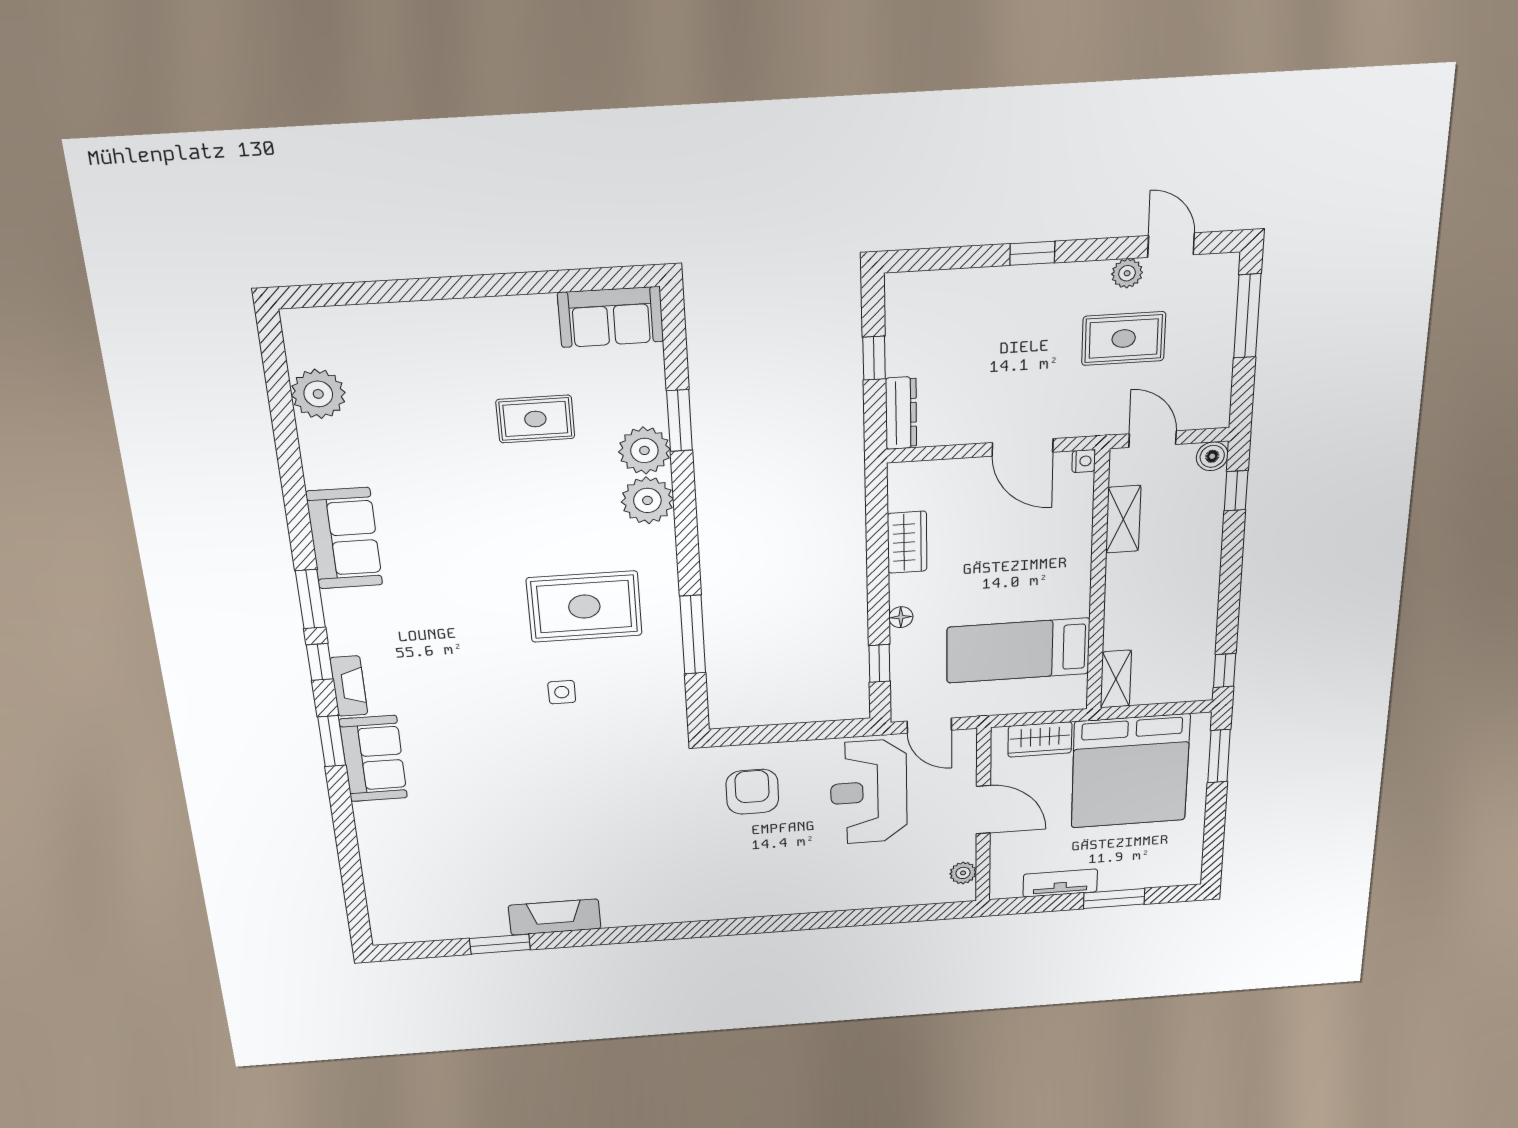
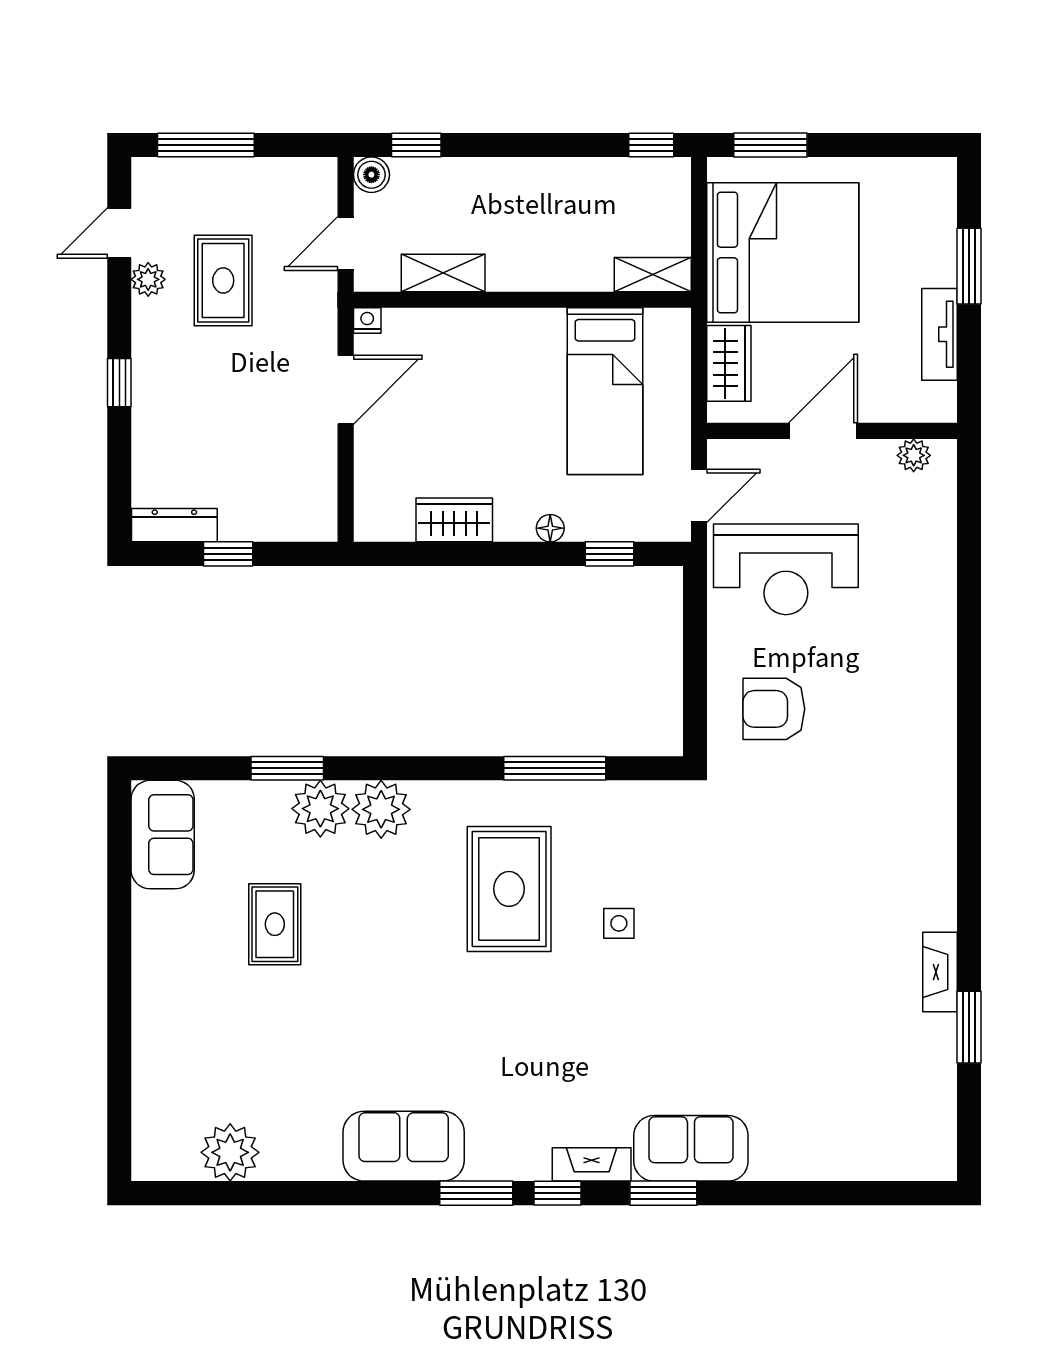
dresser: (901, 413) -> (174, 525), moved
fireplace: (555, 917) -> (940, 972), width x0.73, depth x0.76

